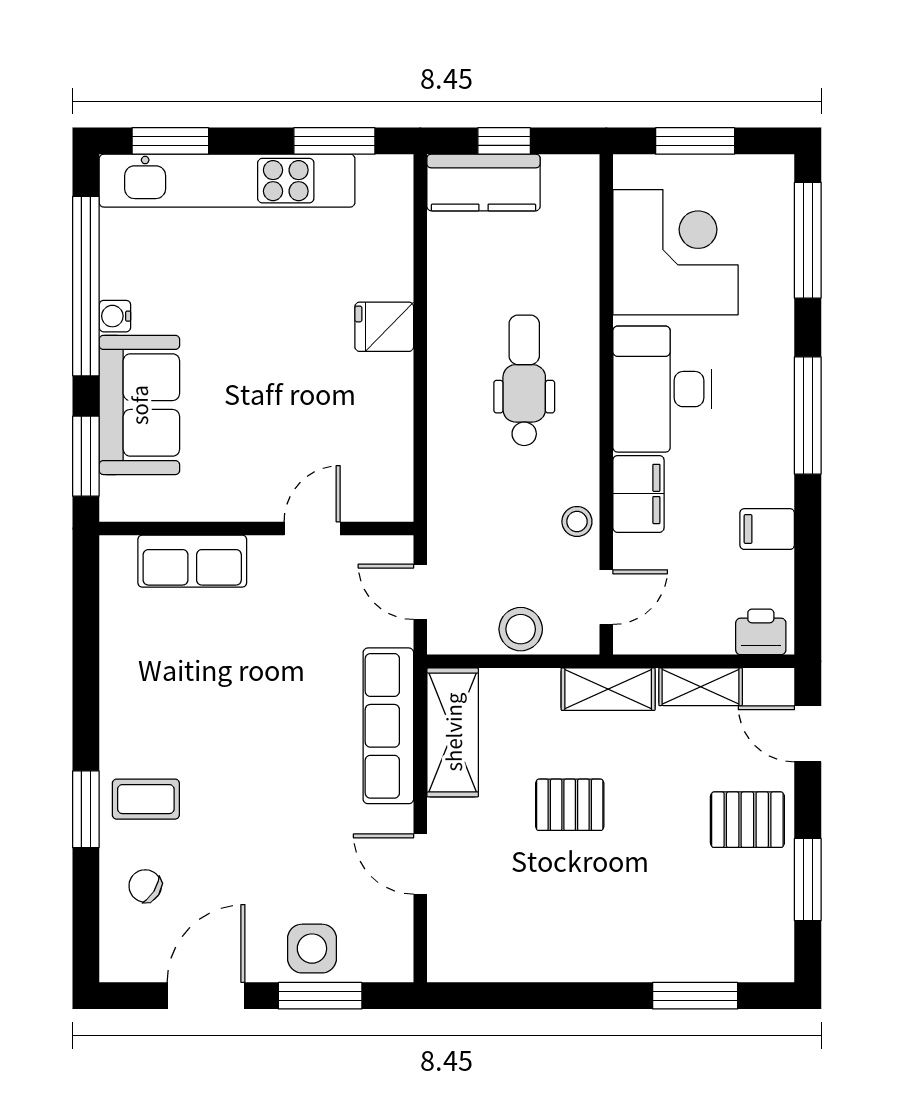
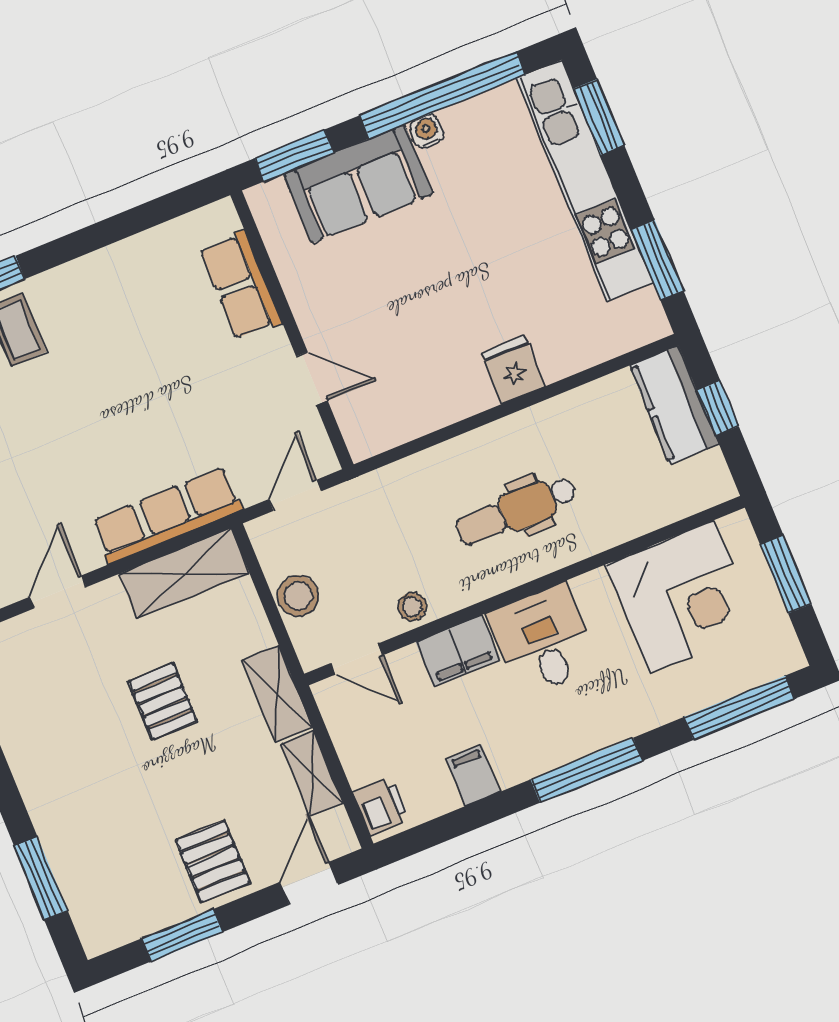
dental chair: (524, 380) -> (516, 511), turned 180
desk: (662, 389) -> (543, 640), width x0.73

